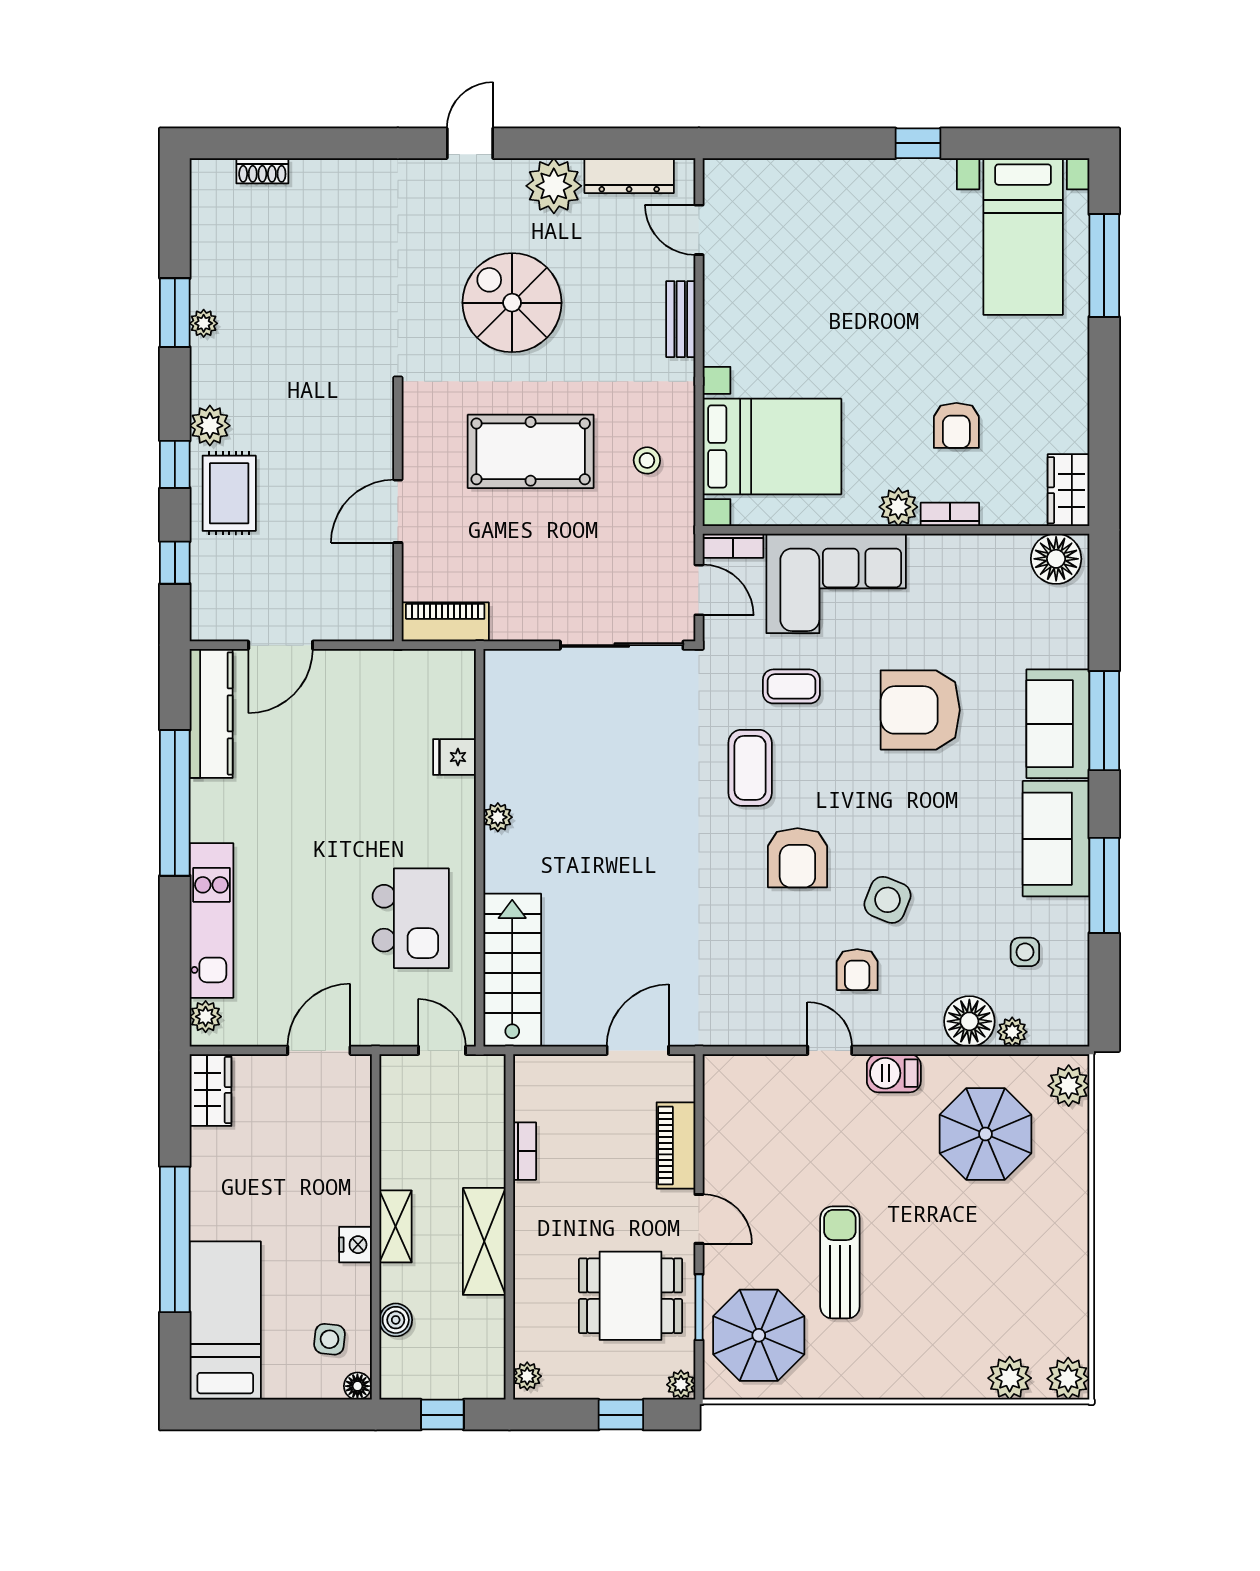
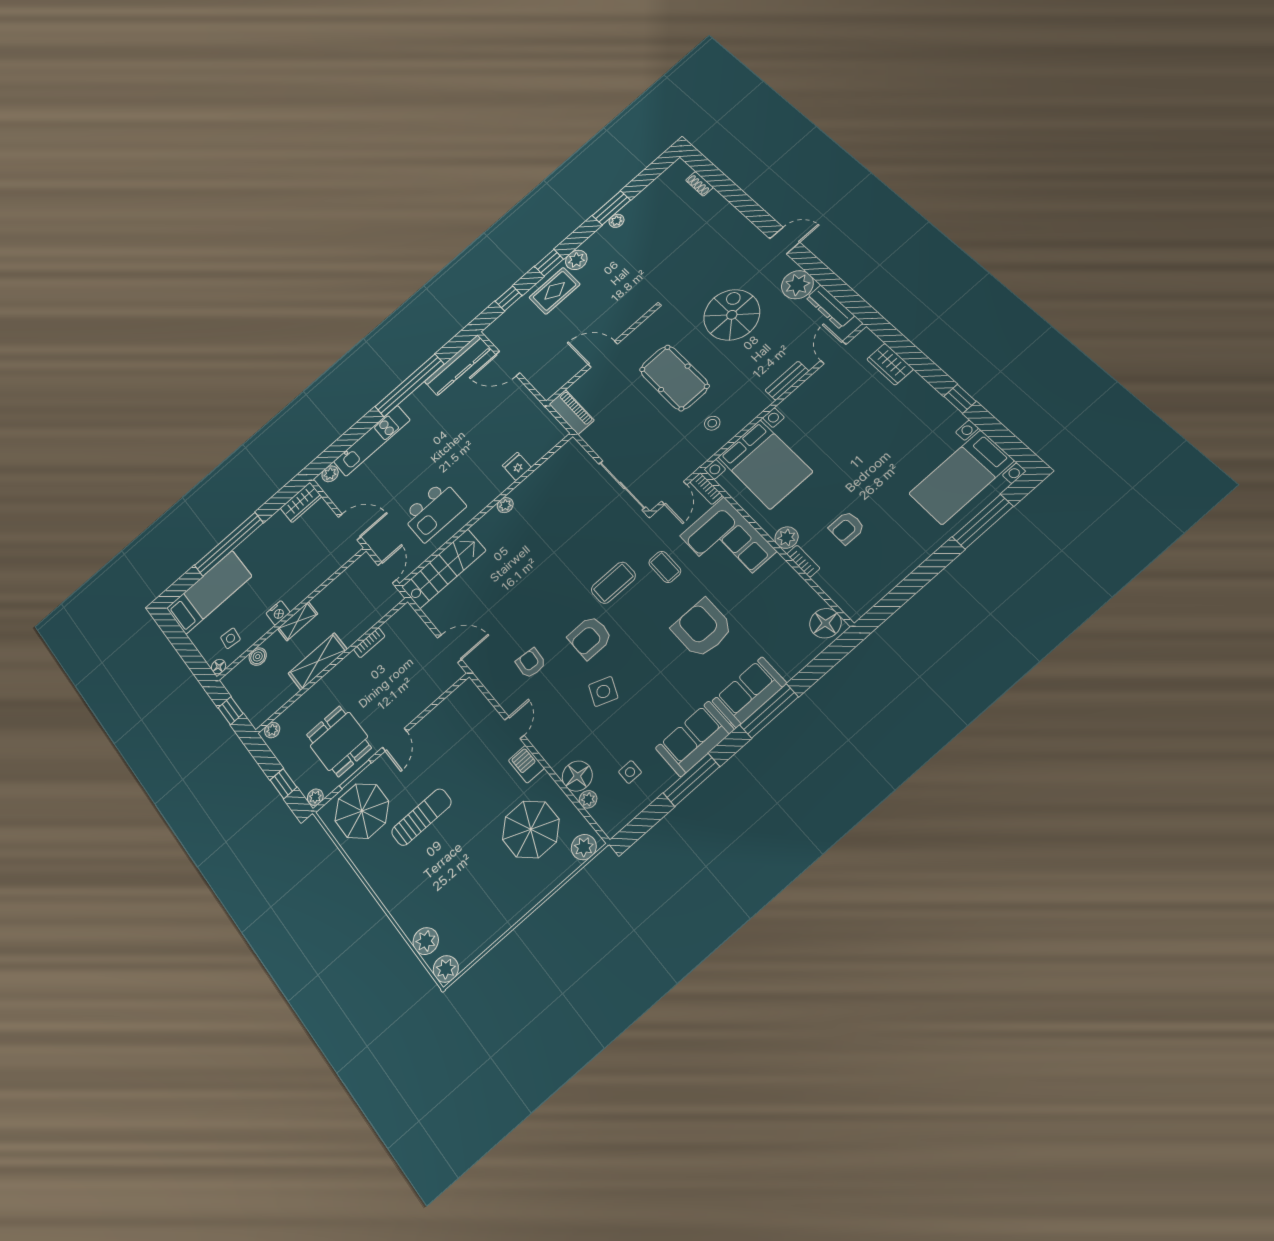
wardrobe: (1068, 490) -> (890, 364), moved, turned -90
armchair: (857, 970) -> (531, 663), moved, turned 95
piano: (676, 1146) -> (420, 701), removed

